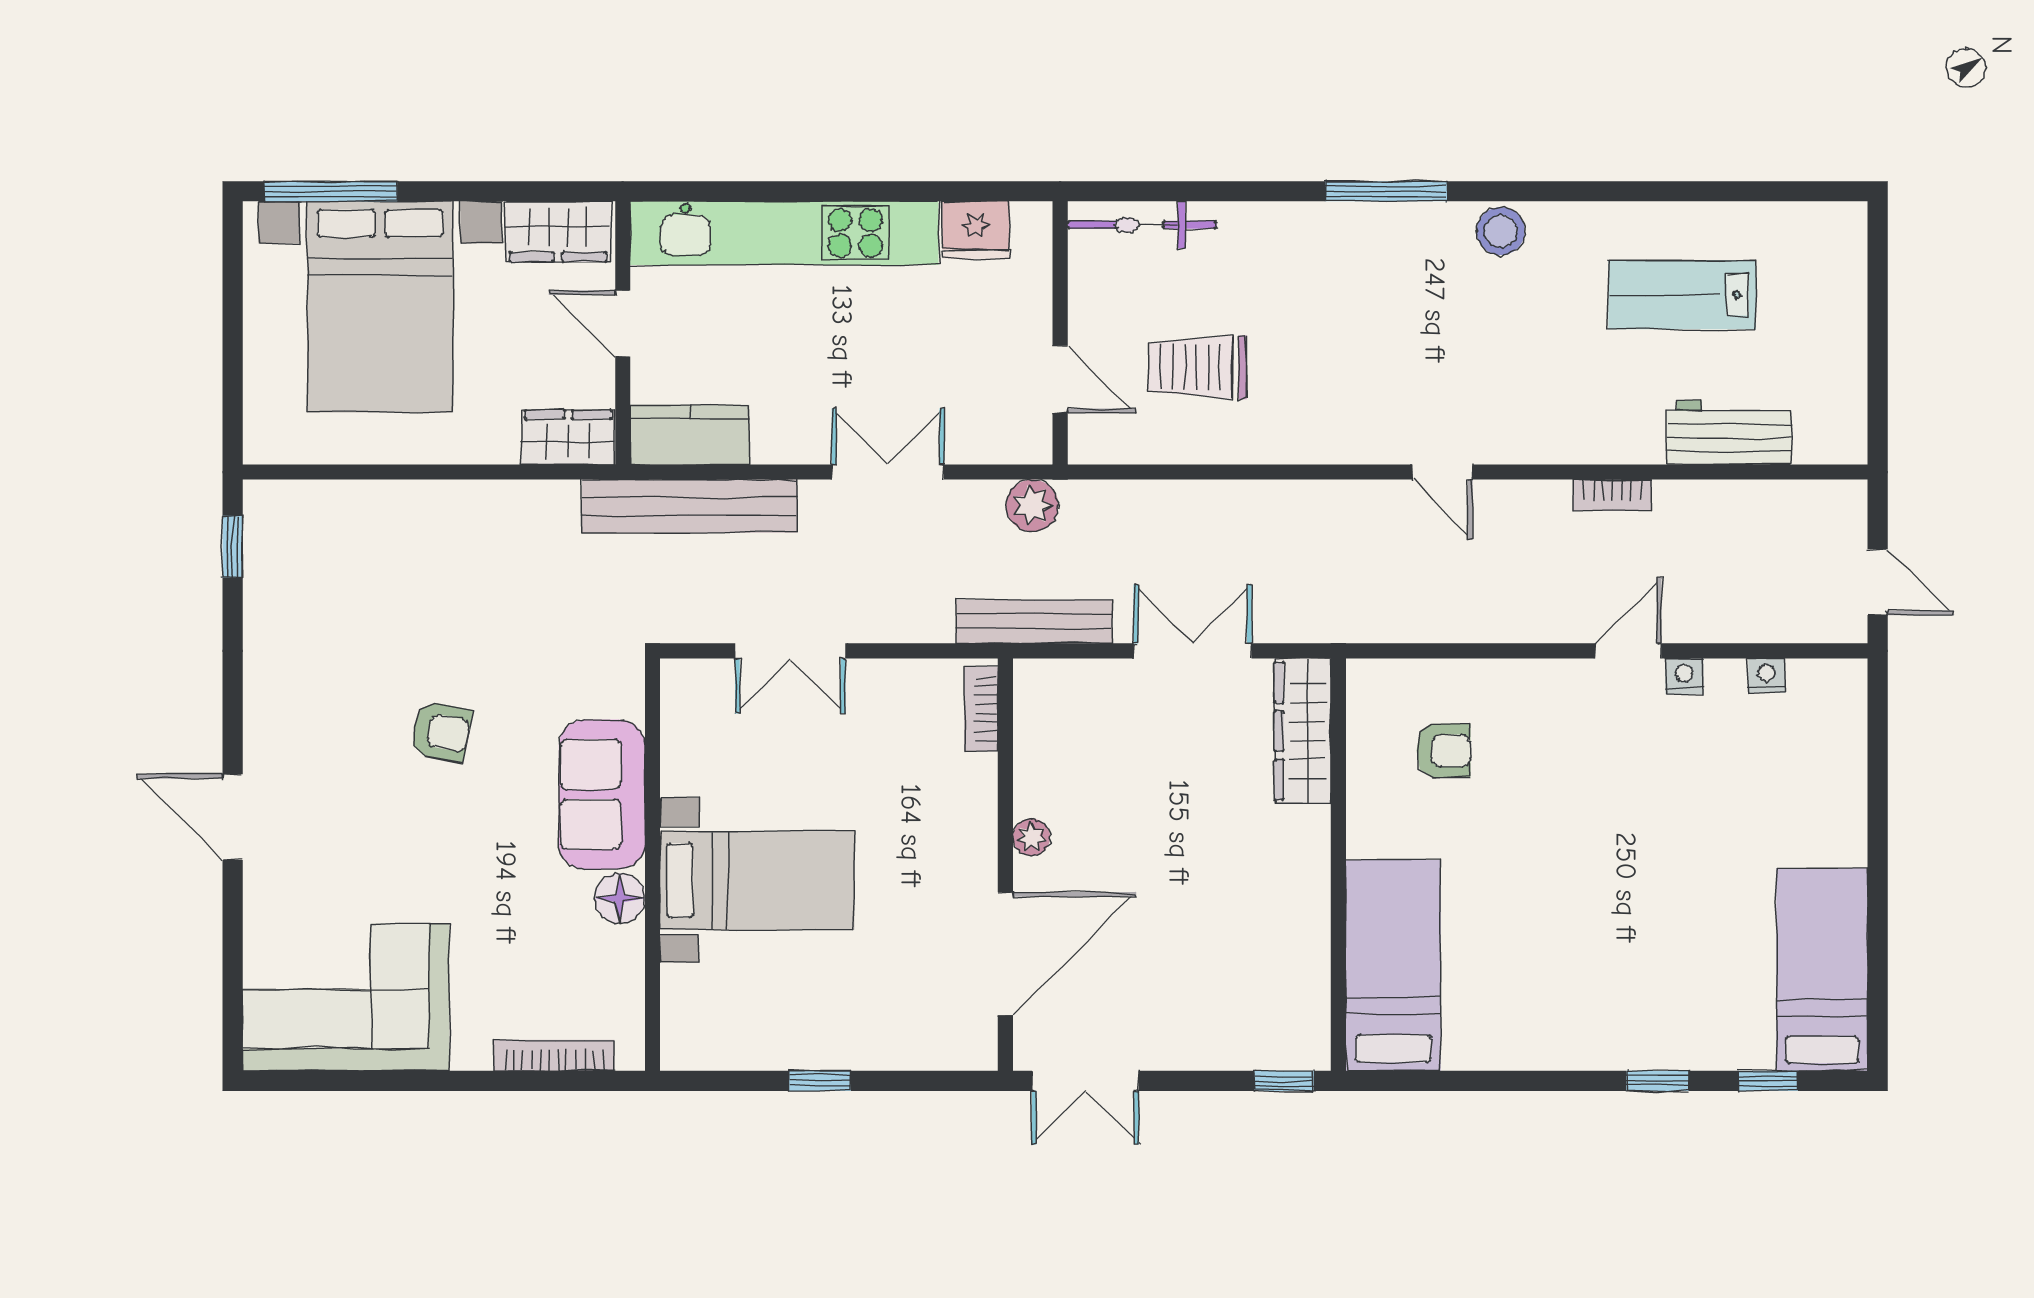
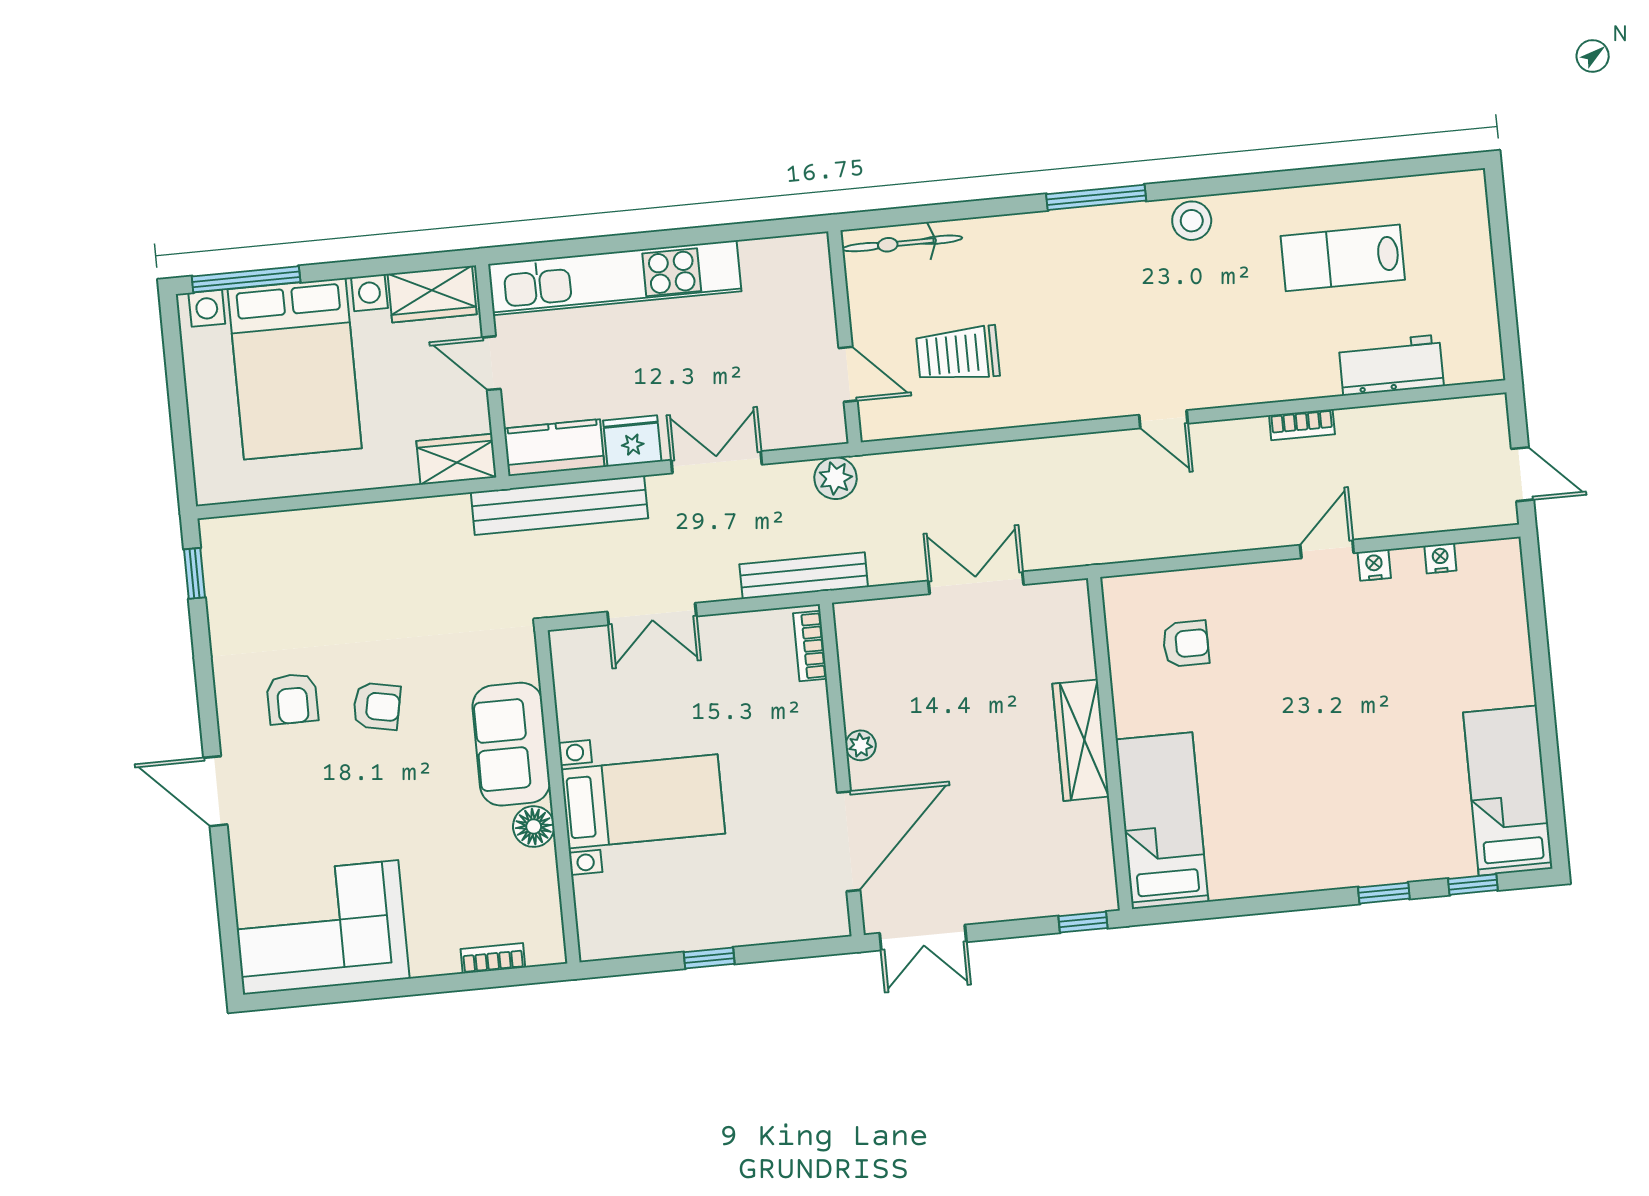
fridge: (976, 230) -> (632, 441), moved, turned 180
bench: (1034, 622) -> (804, 576), moved
armchair: (338, 713) -> (292, 699), added
wardrobe: (1303, 731) -> (1081, 740), moved
bookcase: (554, 1055) -> (493, 958), width x0.64

